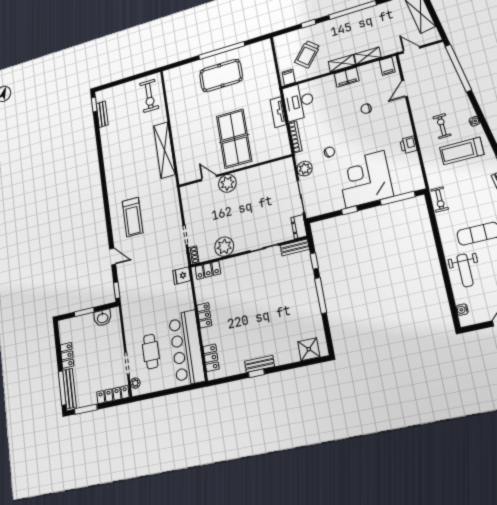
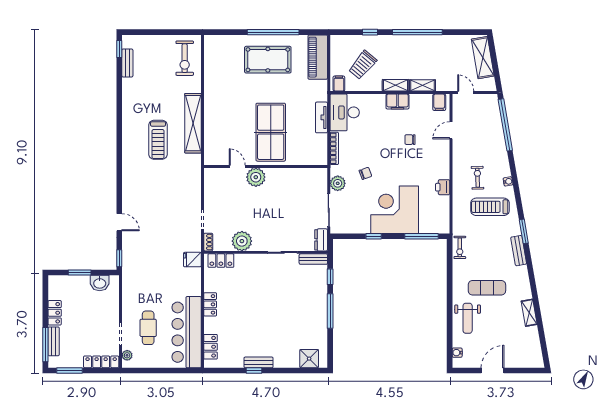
piano: (265, 60) -> (318, 57), added
treadmill: (132, 217) -> (158, 140), moved
bench: (69, 389) -> (54, 341), width x0.73

